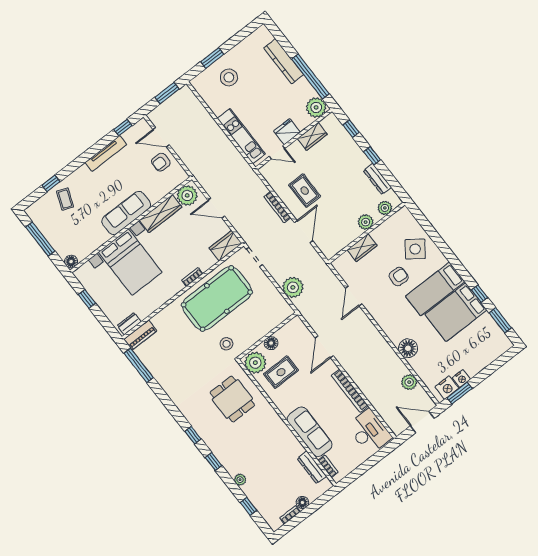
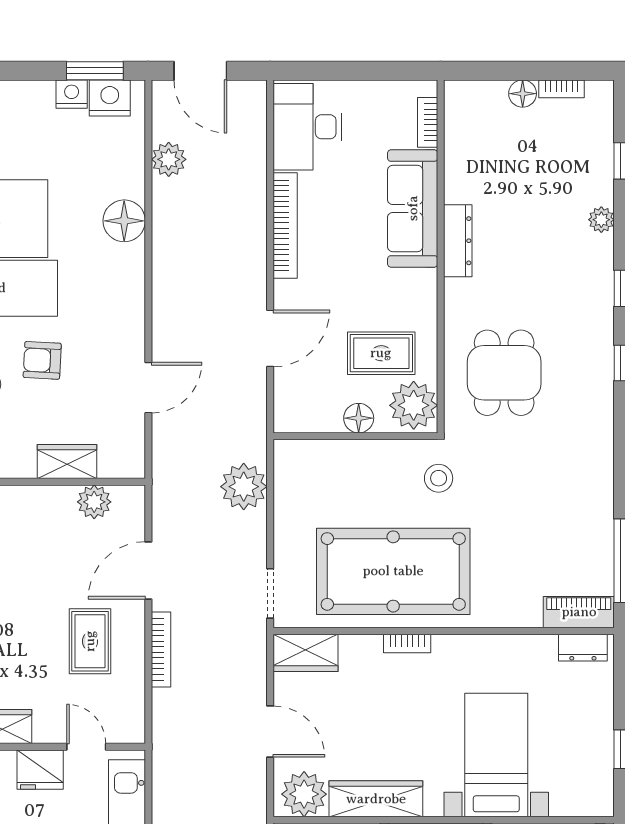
plant: (366, 222) -> (94, 502), moved
bed with nightstands: (130, 262) -> (496, 755), width x0.73
dresser: (312, 467) -> (458, 241), moved

